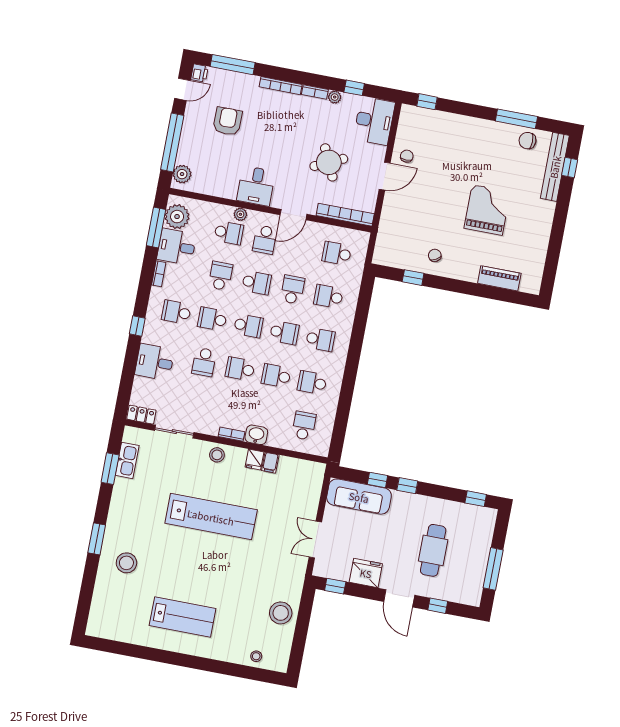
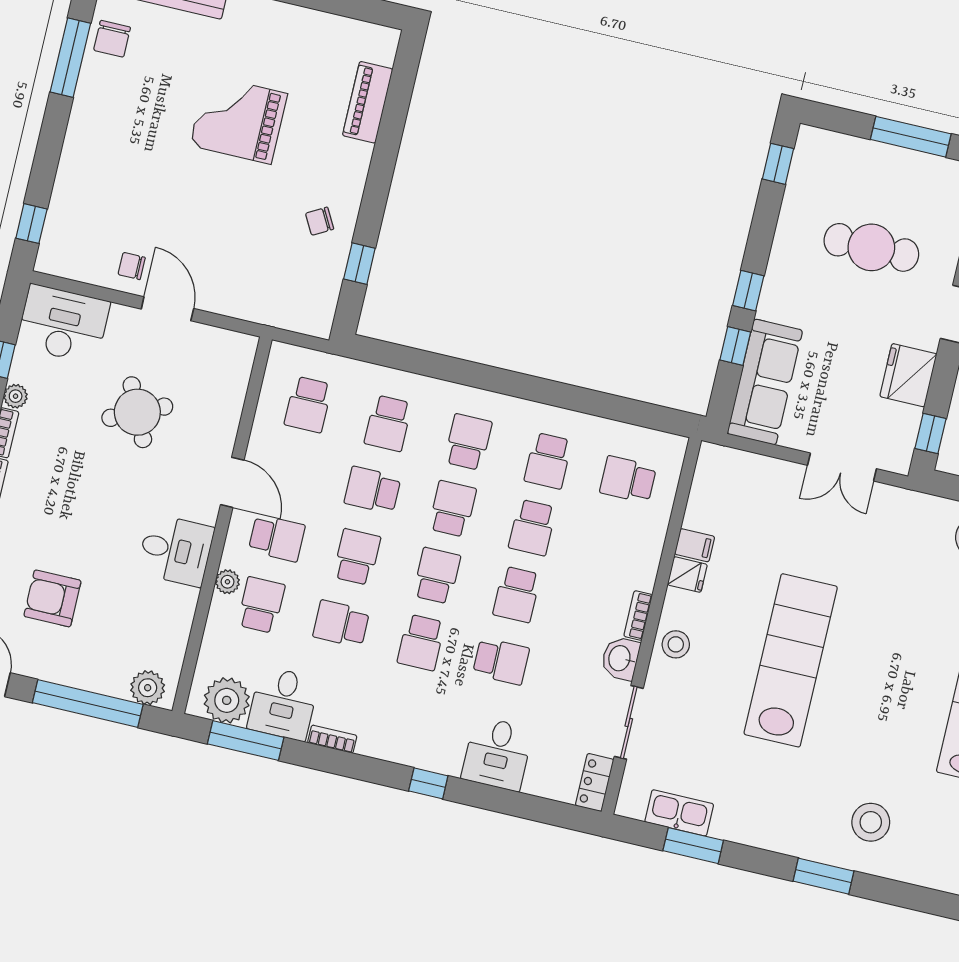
bookcase: (345, 215) -> (236, 386), removed
school desk: (176, 312) -> (405, 709), removed
washbasin: (256, 435) -> (620, 658), moved

